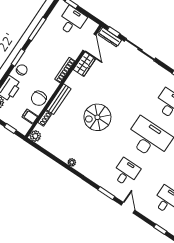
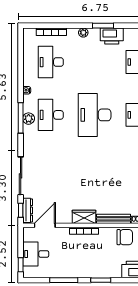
wardrobe: (84, 64) -> (84, 217), moved
chair: (22, 70) -> (109, 269), removed
spiral stairs: (97, 117) -> (106, 173), removed

